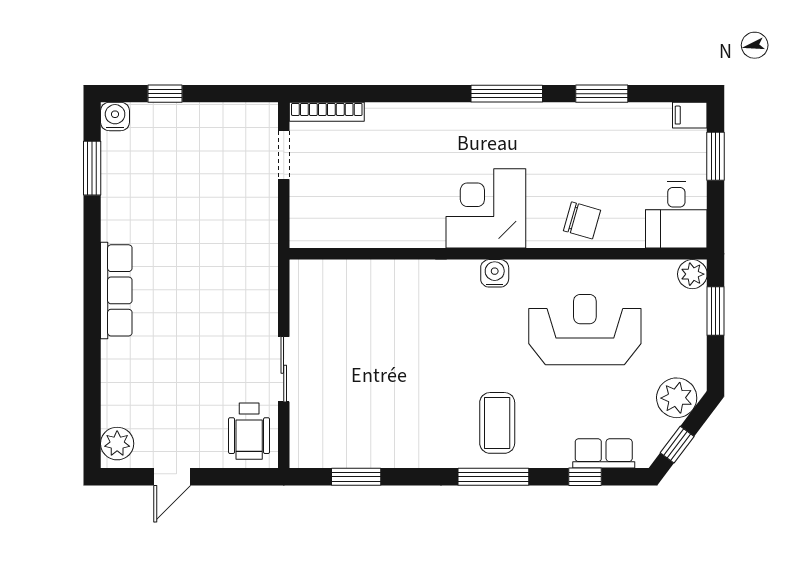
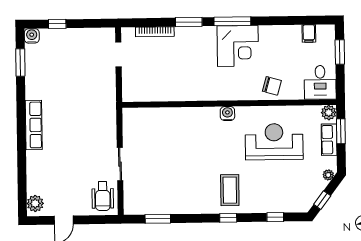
window: (602, 94) -> (189, 22), moved
bookcase: (327, 112) -> (155, 32), moved
filing cabinet: (690, 115) -> (309, 34), moved, turned -90
corner desk: (486, 208) -> (238, 46), moved, turned 180
plant: (677, 398) -> (328, 175), width x0.53, depth x0.53
row of seats: (604, 453) -> (329, 140), moved, turned -90
window: (493, 477) -> (228, 218), width x0.46

